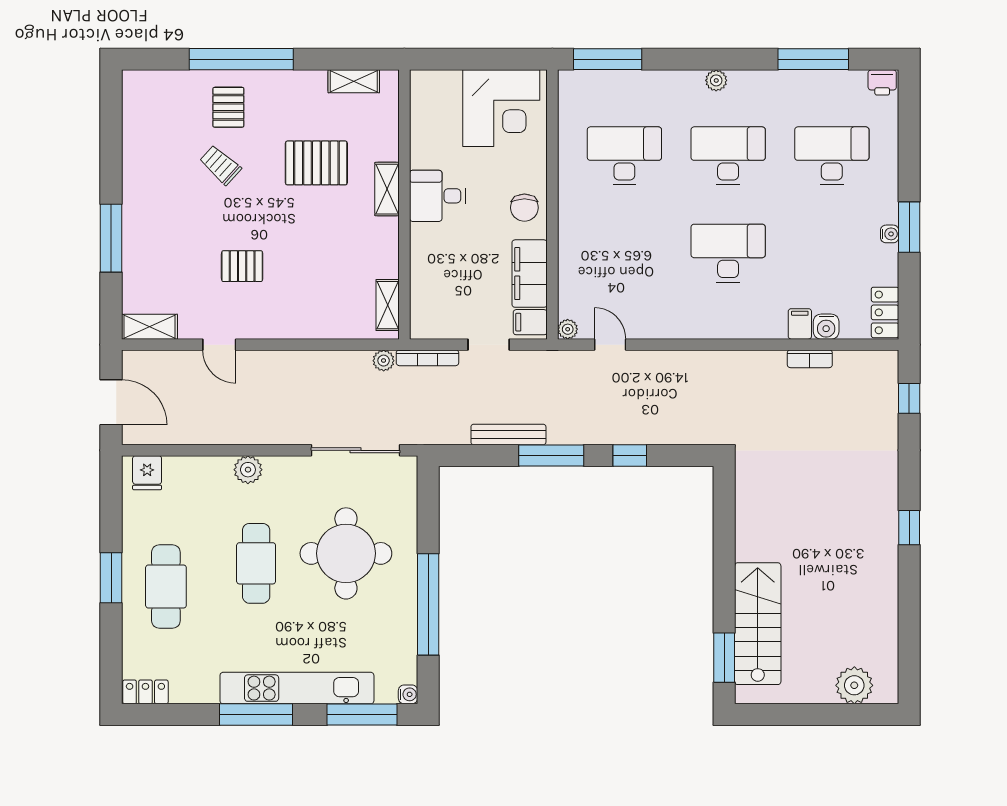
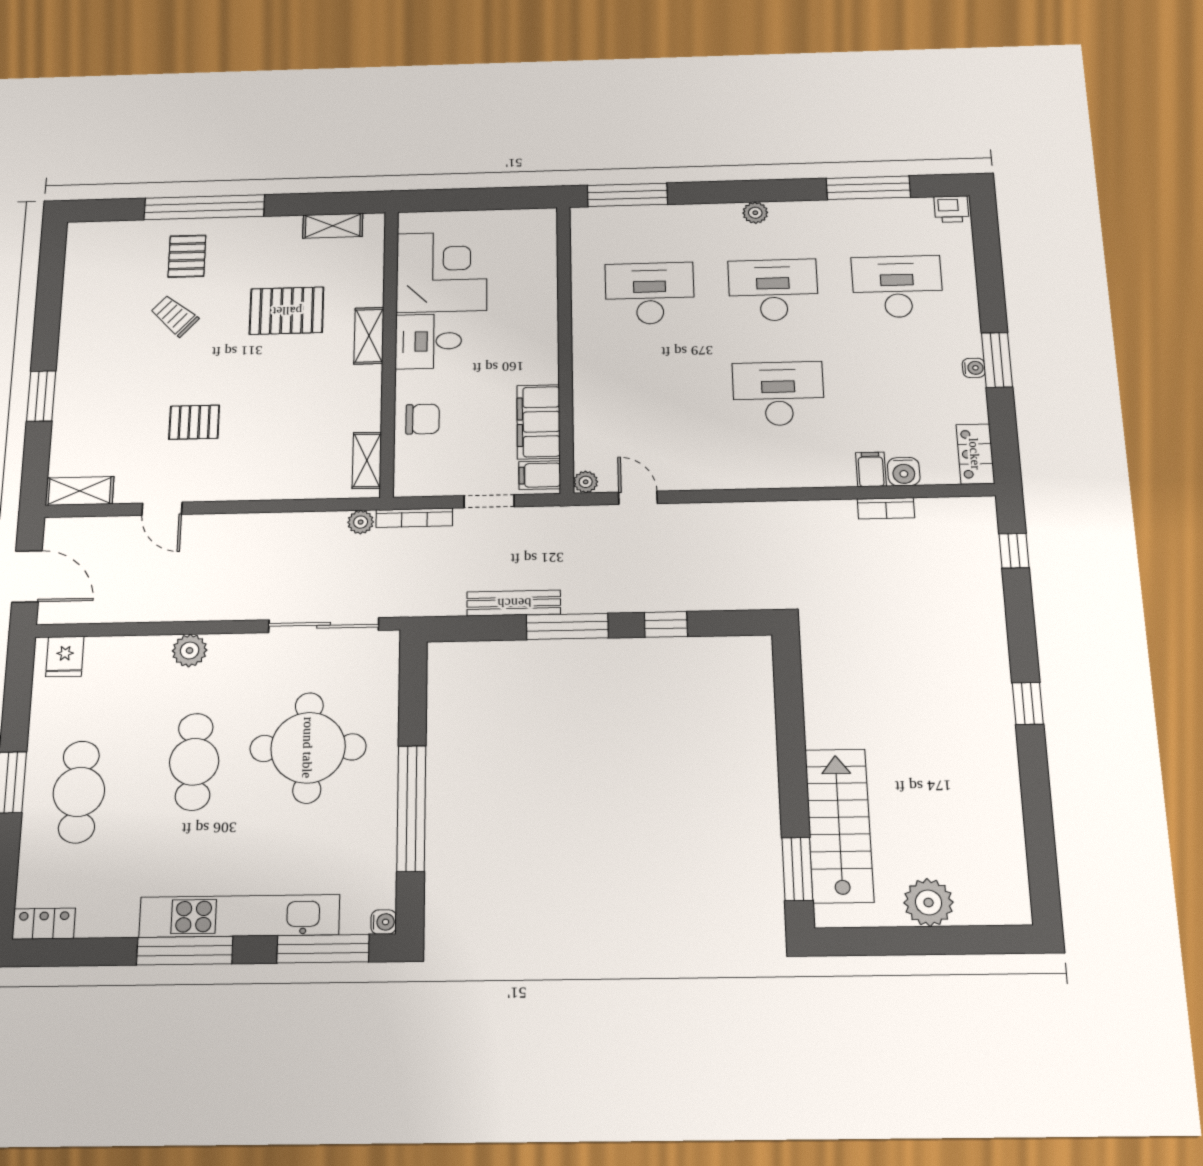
corner desk: (501, 108) -> (442, 272), moved, turned -90
chair: (524, 208) -> (423, 419), moved, turned -90
window: (111, 238) -> (41, 396), width x0.69
plant: (854, 685) -> (929, 902), moved

